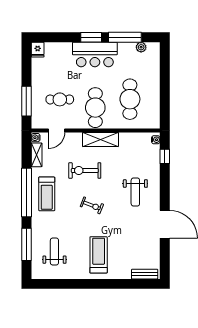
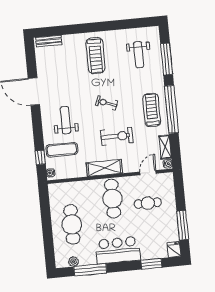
window: (91, 37) -> (151, 264), moved
cafe table: (130, 99) -> (72, 224), moved
window: (26, 101) -> (183, 225), moved
exercise mat: (142, 162) -> (62, 150), added

